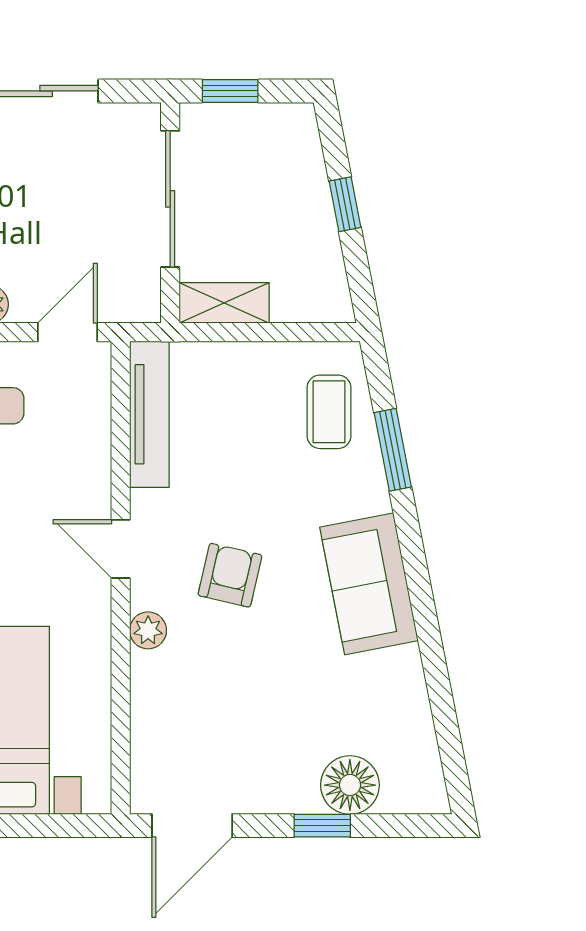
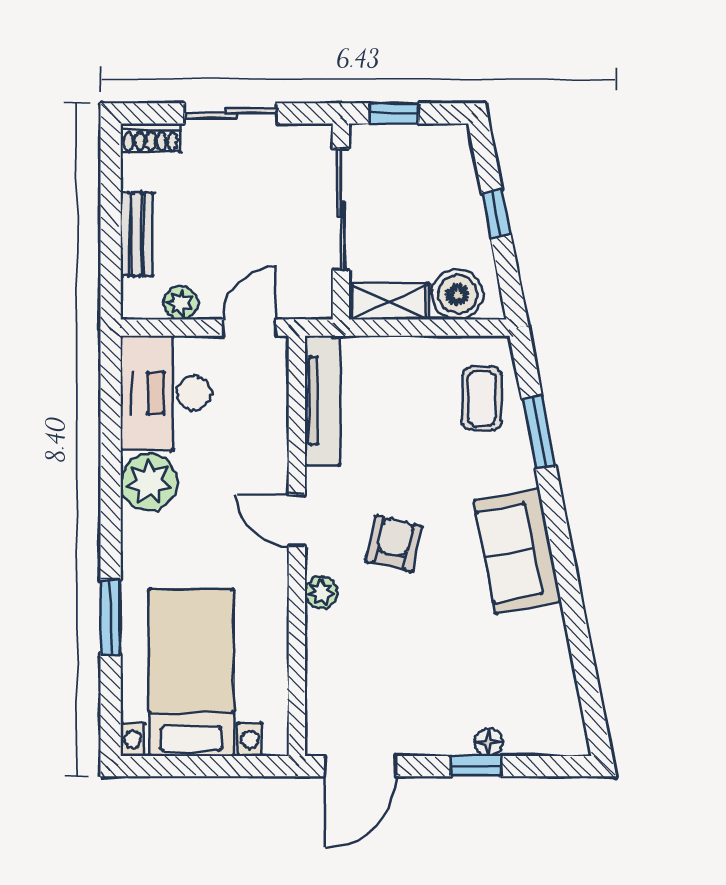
boiler: (301, 295) -> (457, 294), added
floor lamp: (350, 785) -> (488, 742), width x0.53, depth x0.53

